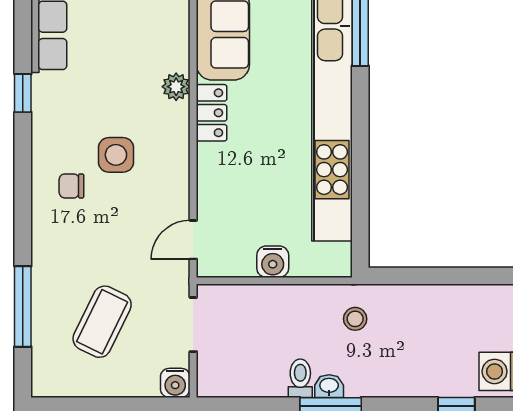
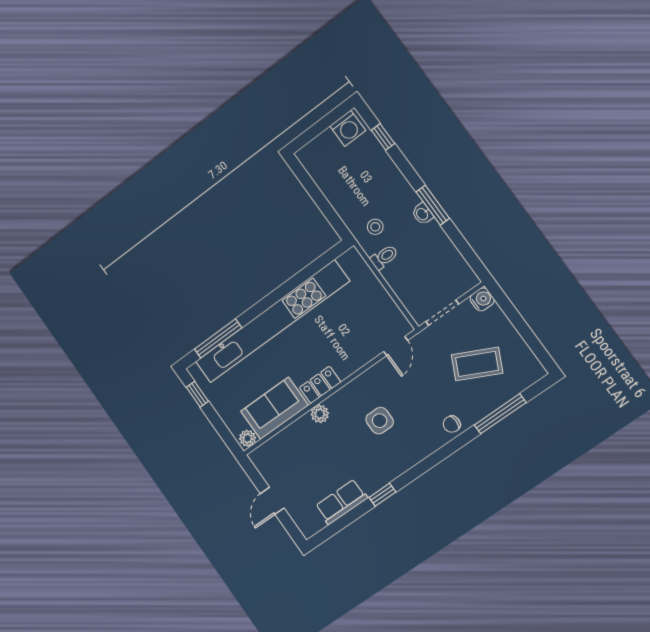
chair: (71, 186) -> (452, 424), moved, turned 90
door: (193, 240) -> (396, 346), hinge flipped
water cooler: (273, 262) -> (376, 294), removed
toilet: (300, 378) -> (384, 257), moved, turned 180

